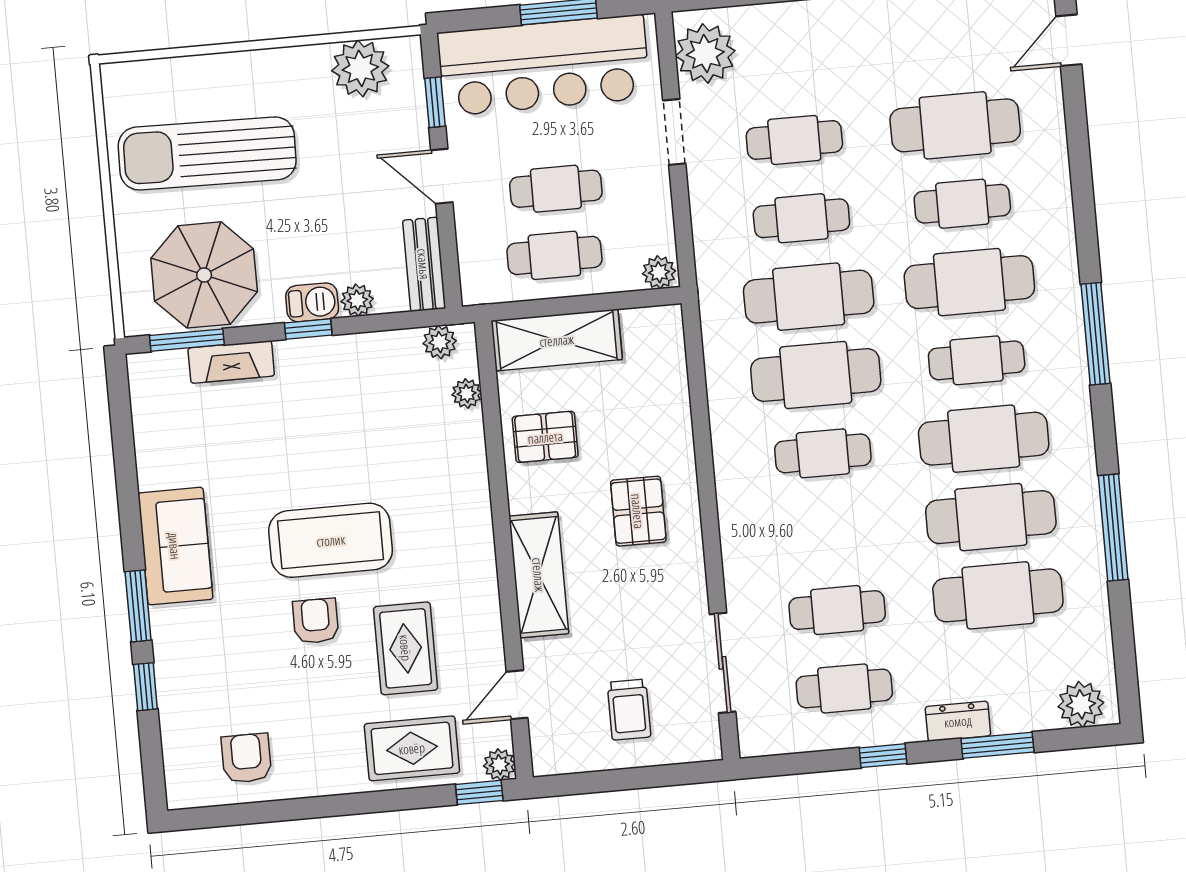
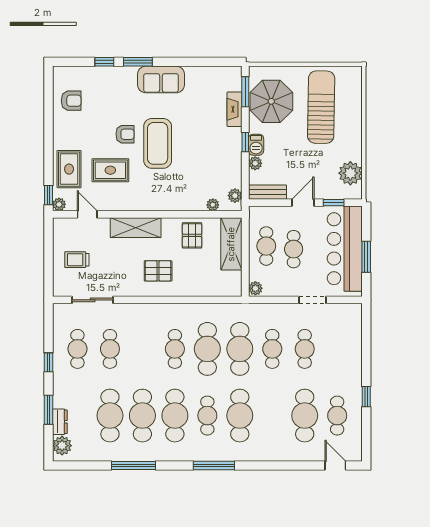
plant: (705, 53) -> (344, 316), removed
cafe table: (962, 204) -> (337, 416), moved
dresser: (958, 721) -> (60, 422), moved

